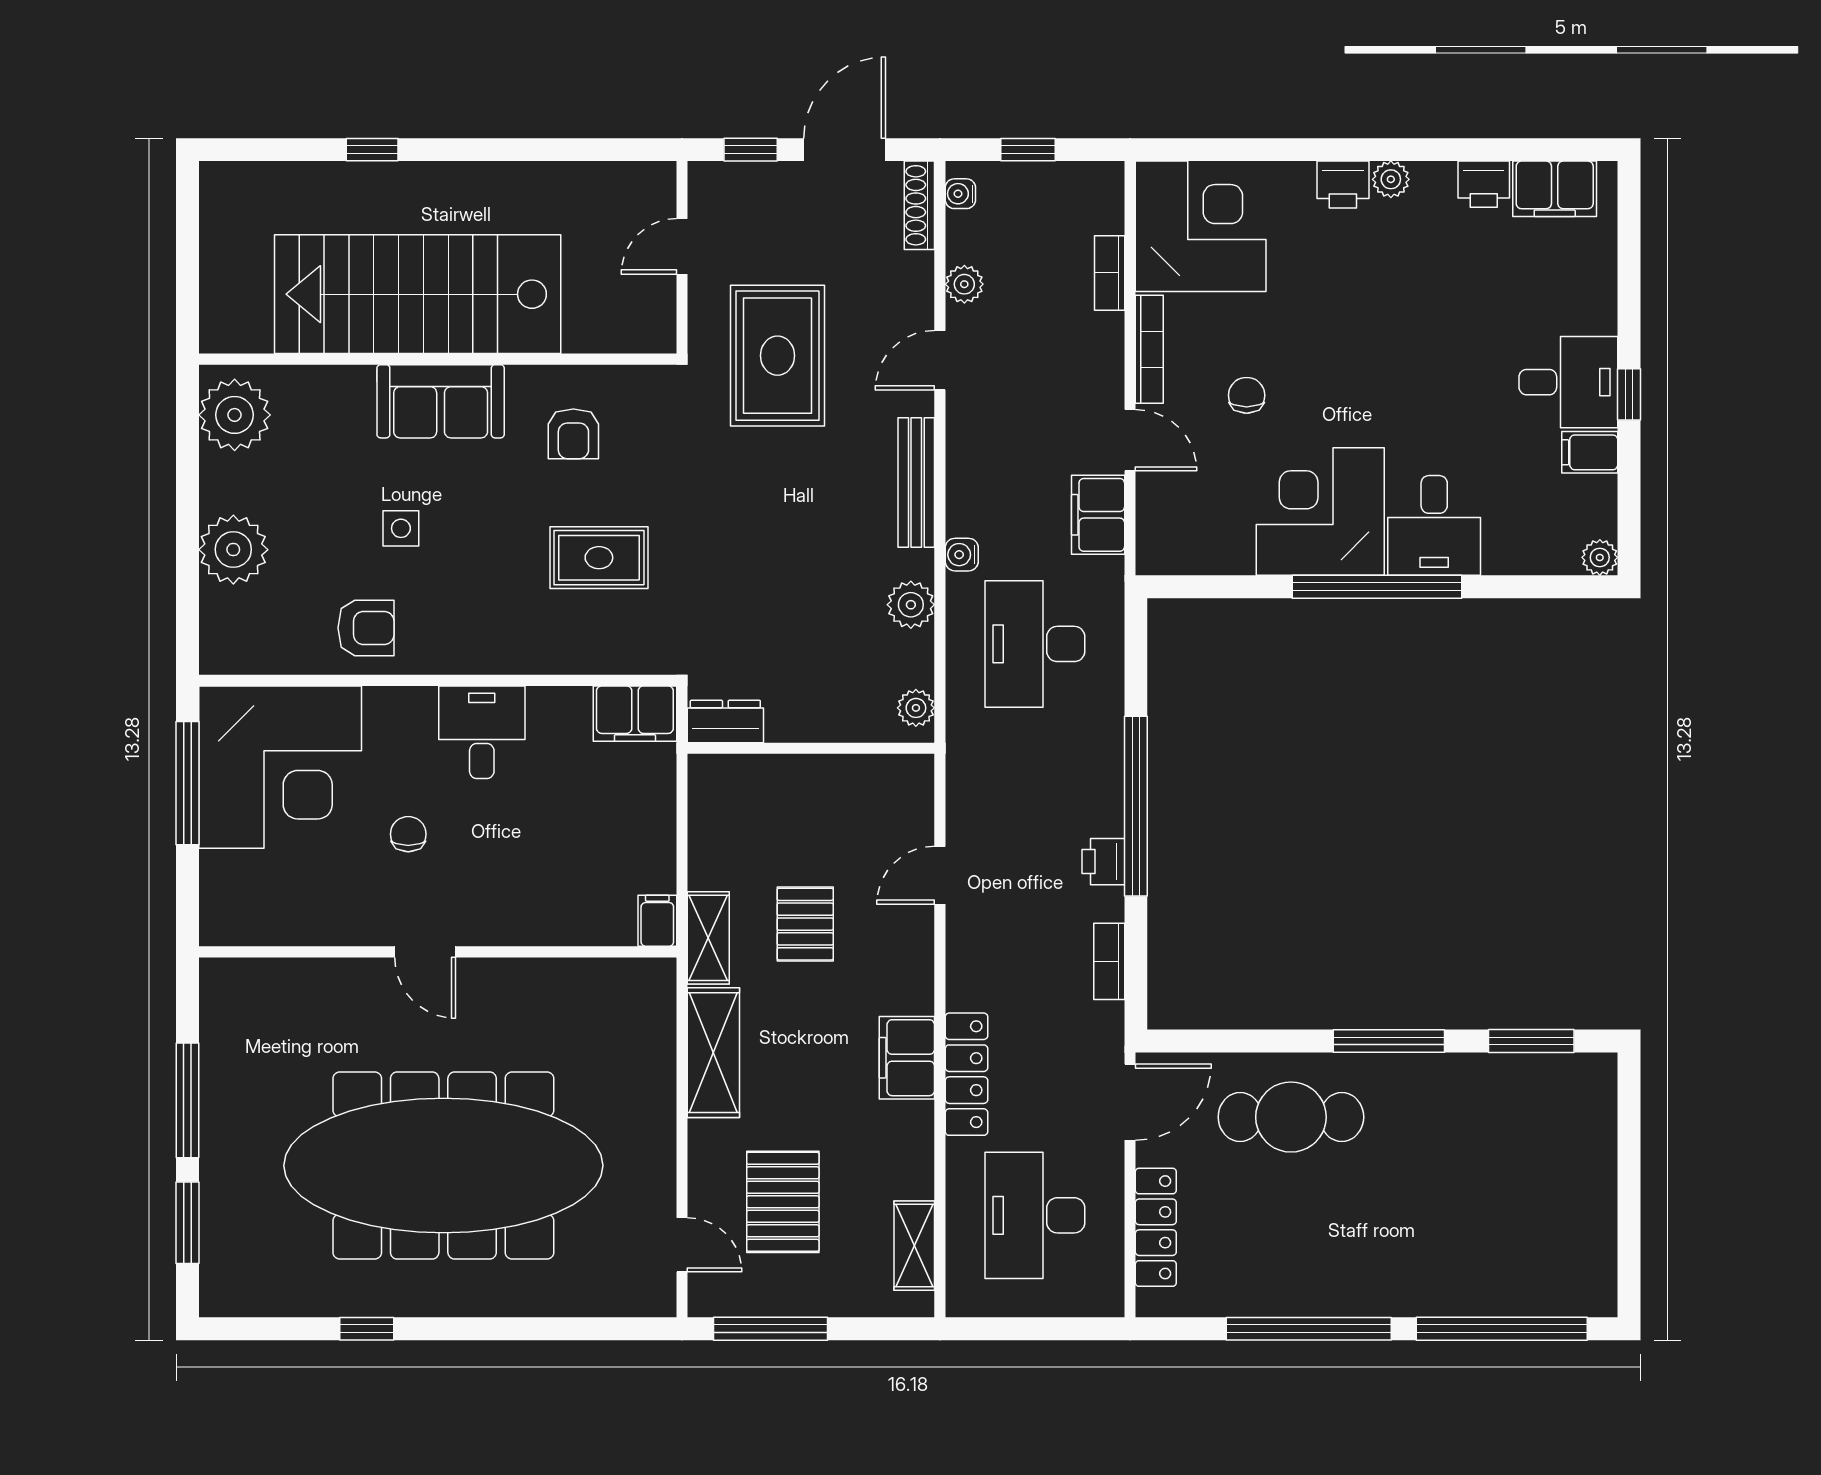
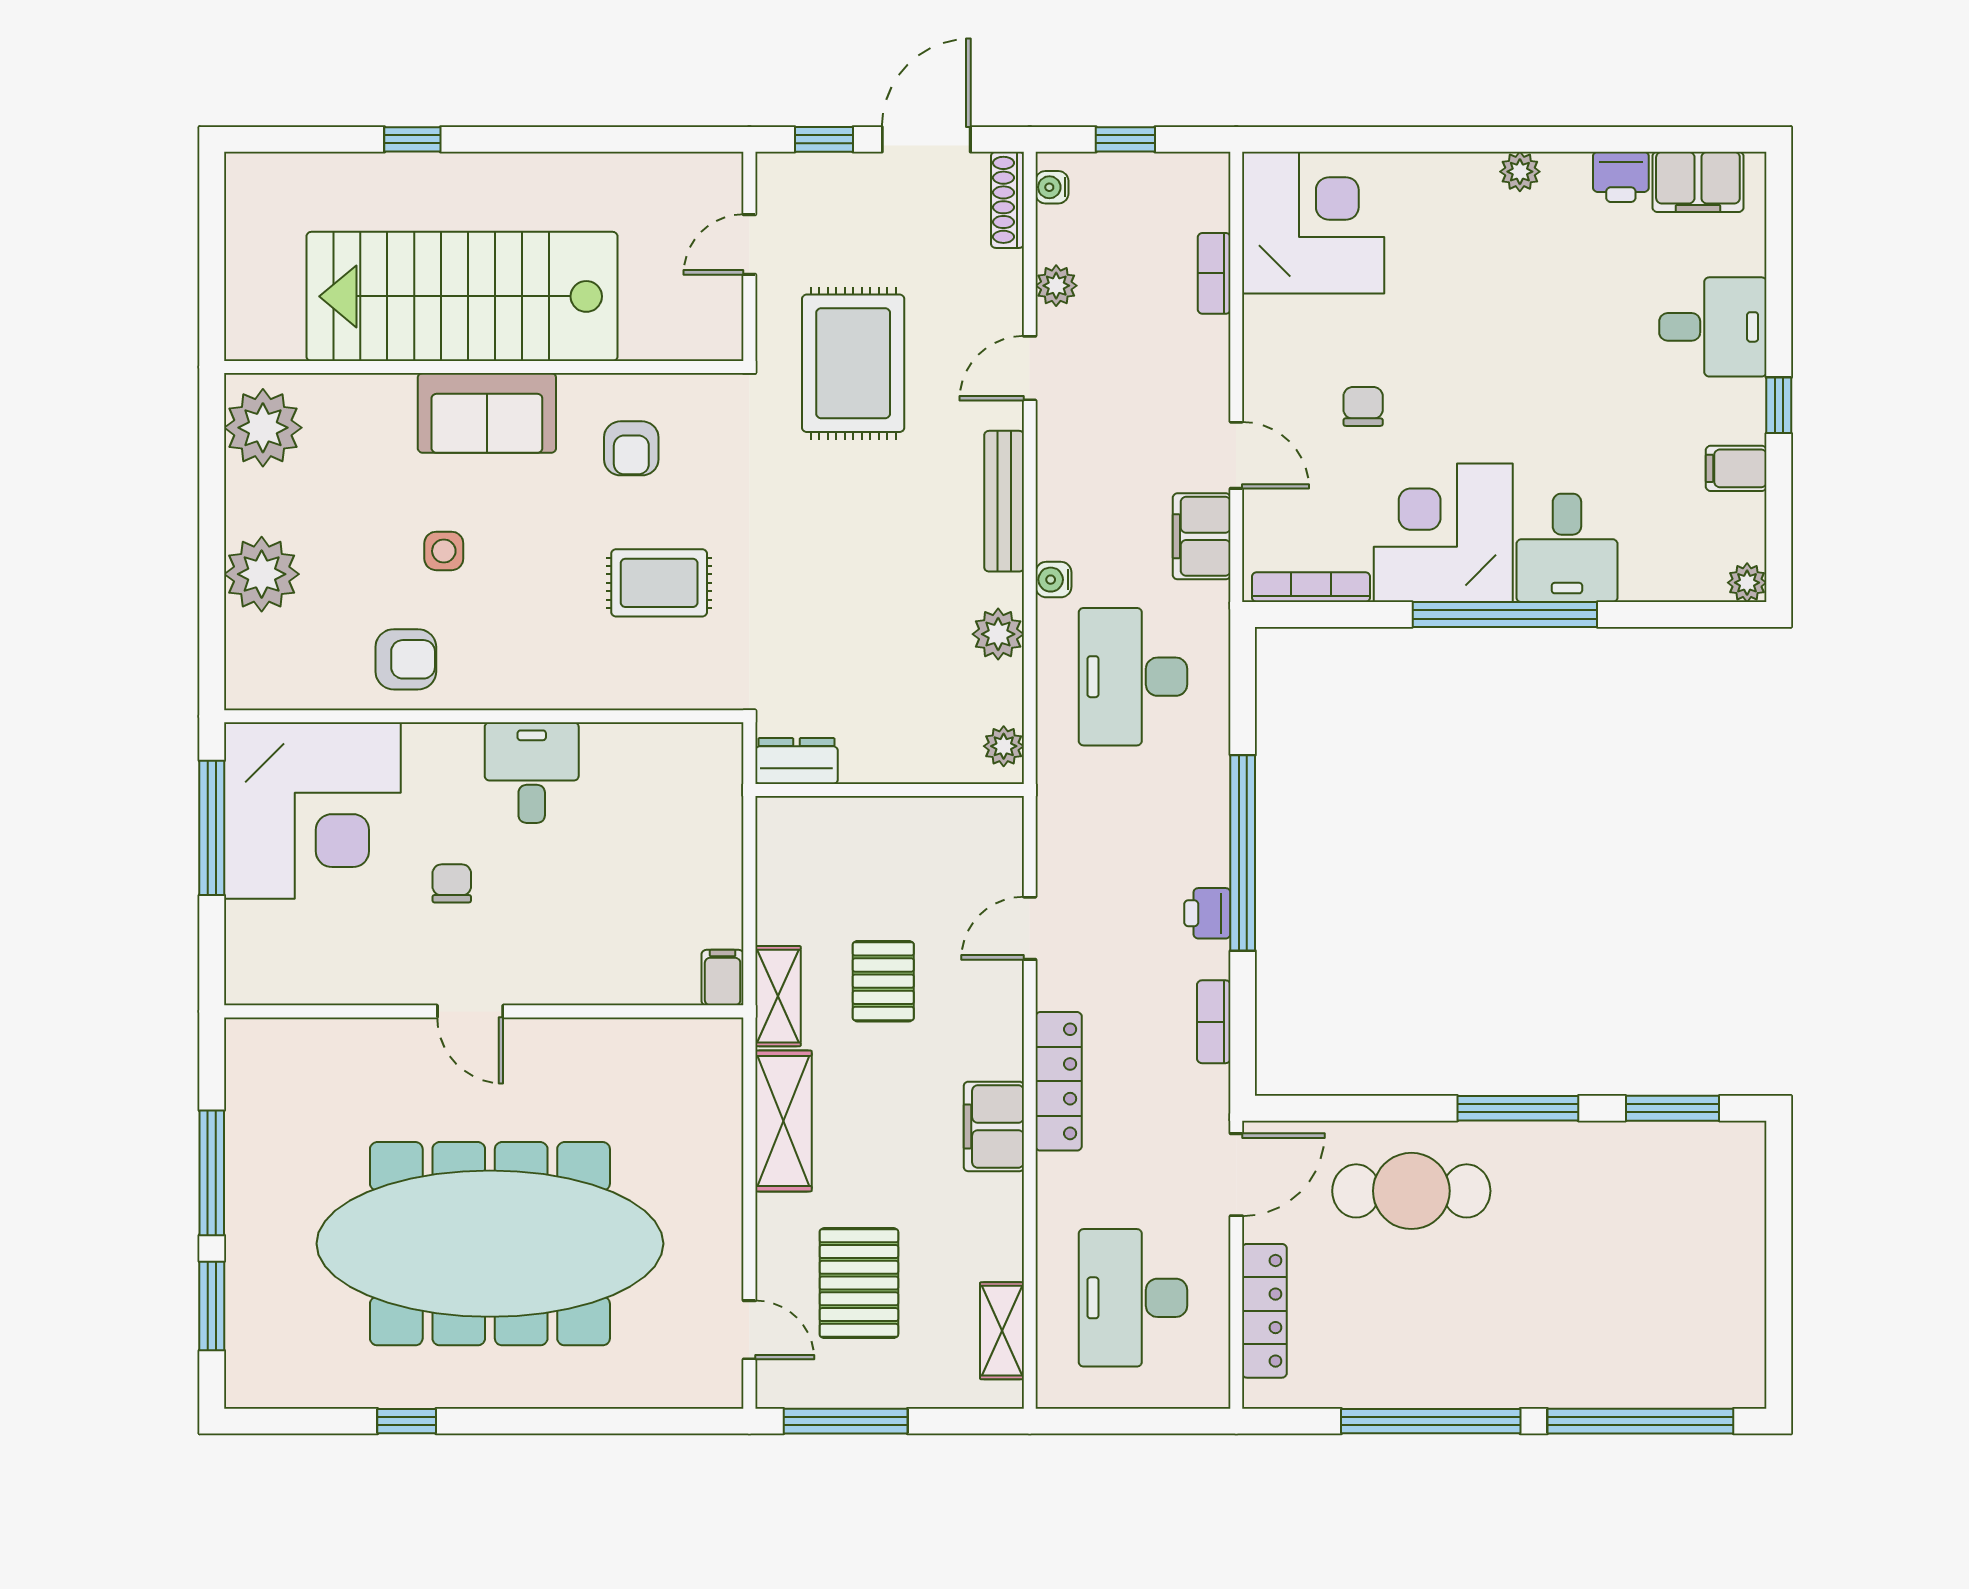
printer: (1343, 185) -> (1468, 177), removed
bookcase: (1149, 349) -> (1311, 587), moved, turned -90
desk: (1568, 382) -> (1713, 327), moved
filing cabinet: (635, 714) -> (698, 752), removed
locker: (966, 1074) -> (1059, 1081), moved

